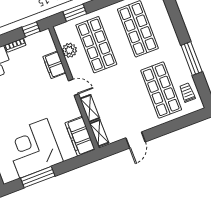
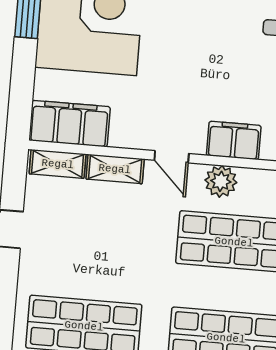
plant: (69, 50) -> (221, 181), moved
door: (74, 87) -> (172, 157), hinge flipped

